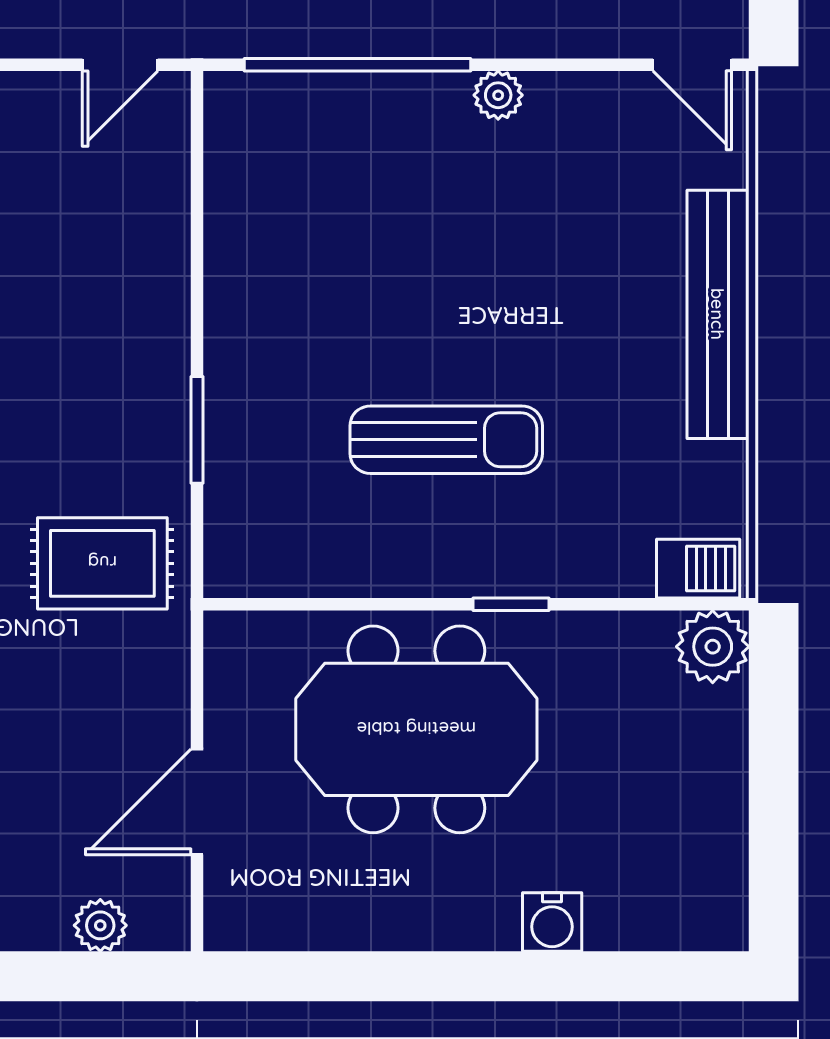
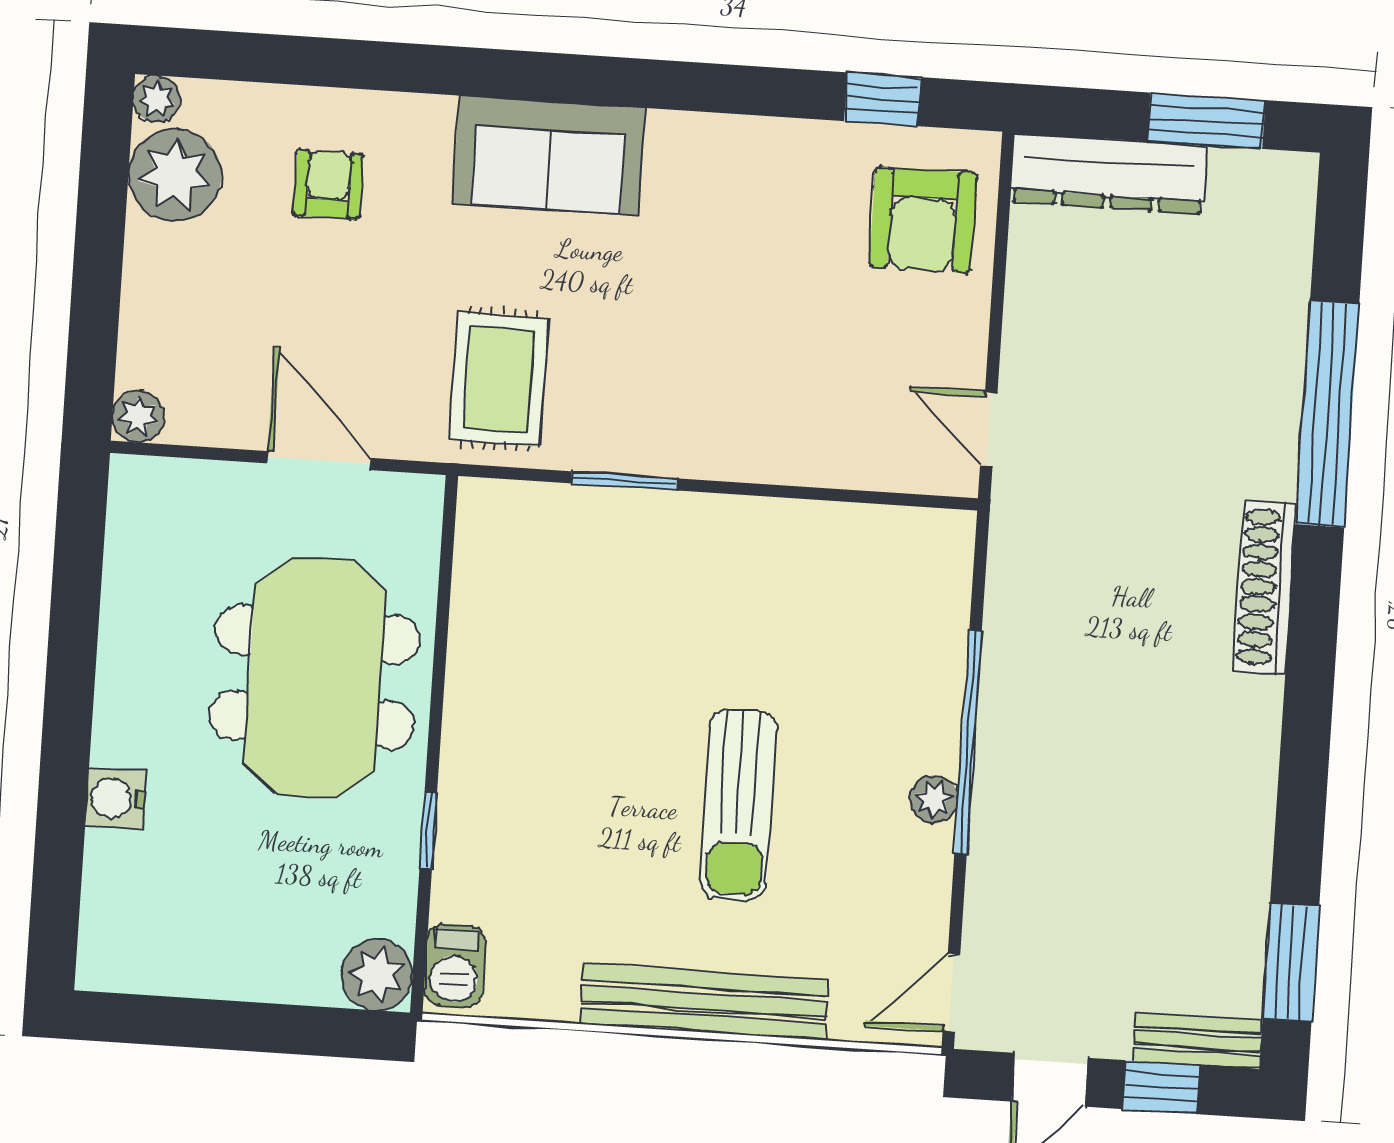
window: (357, 65) -> (968, 742), moved
sun lounger: (446, 440) -> (738, 804), moved
window: (511, 604) -> (428, 830), moved
door: (197, 802) -> (319, 461), moved
plant: (100, 925) -> (138, 417), moved

